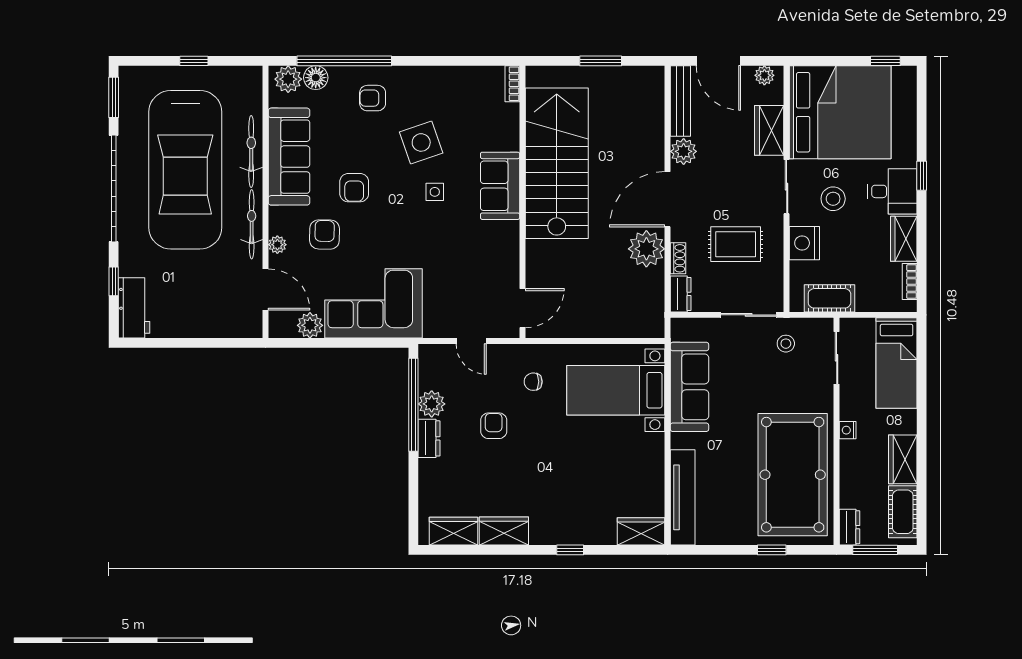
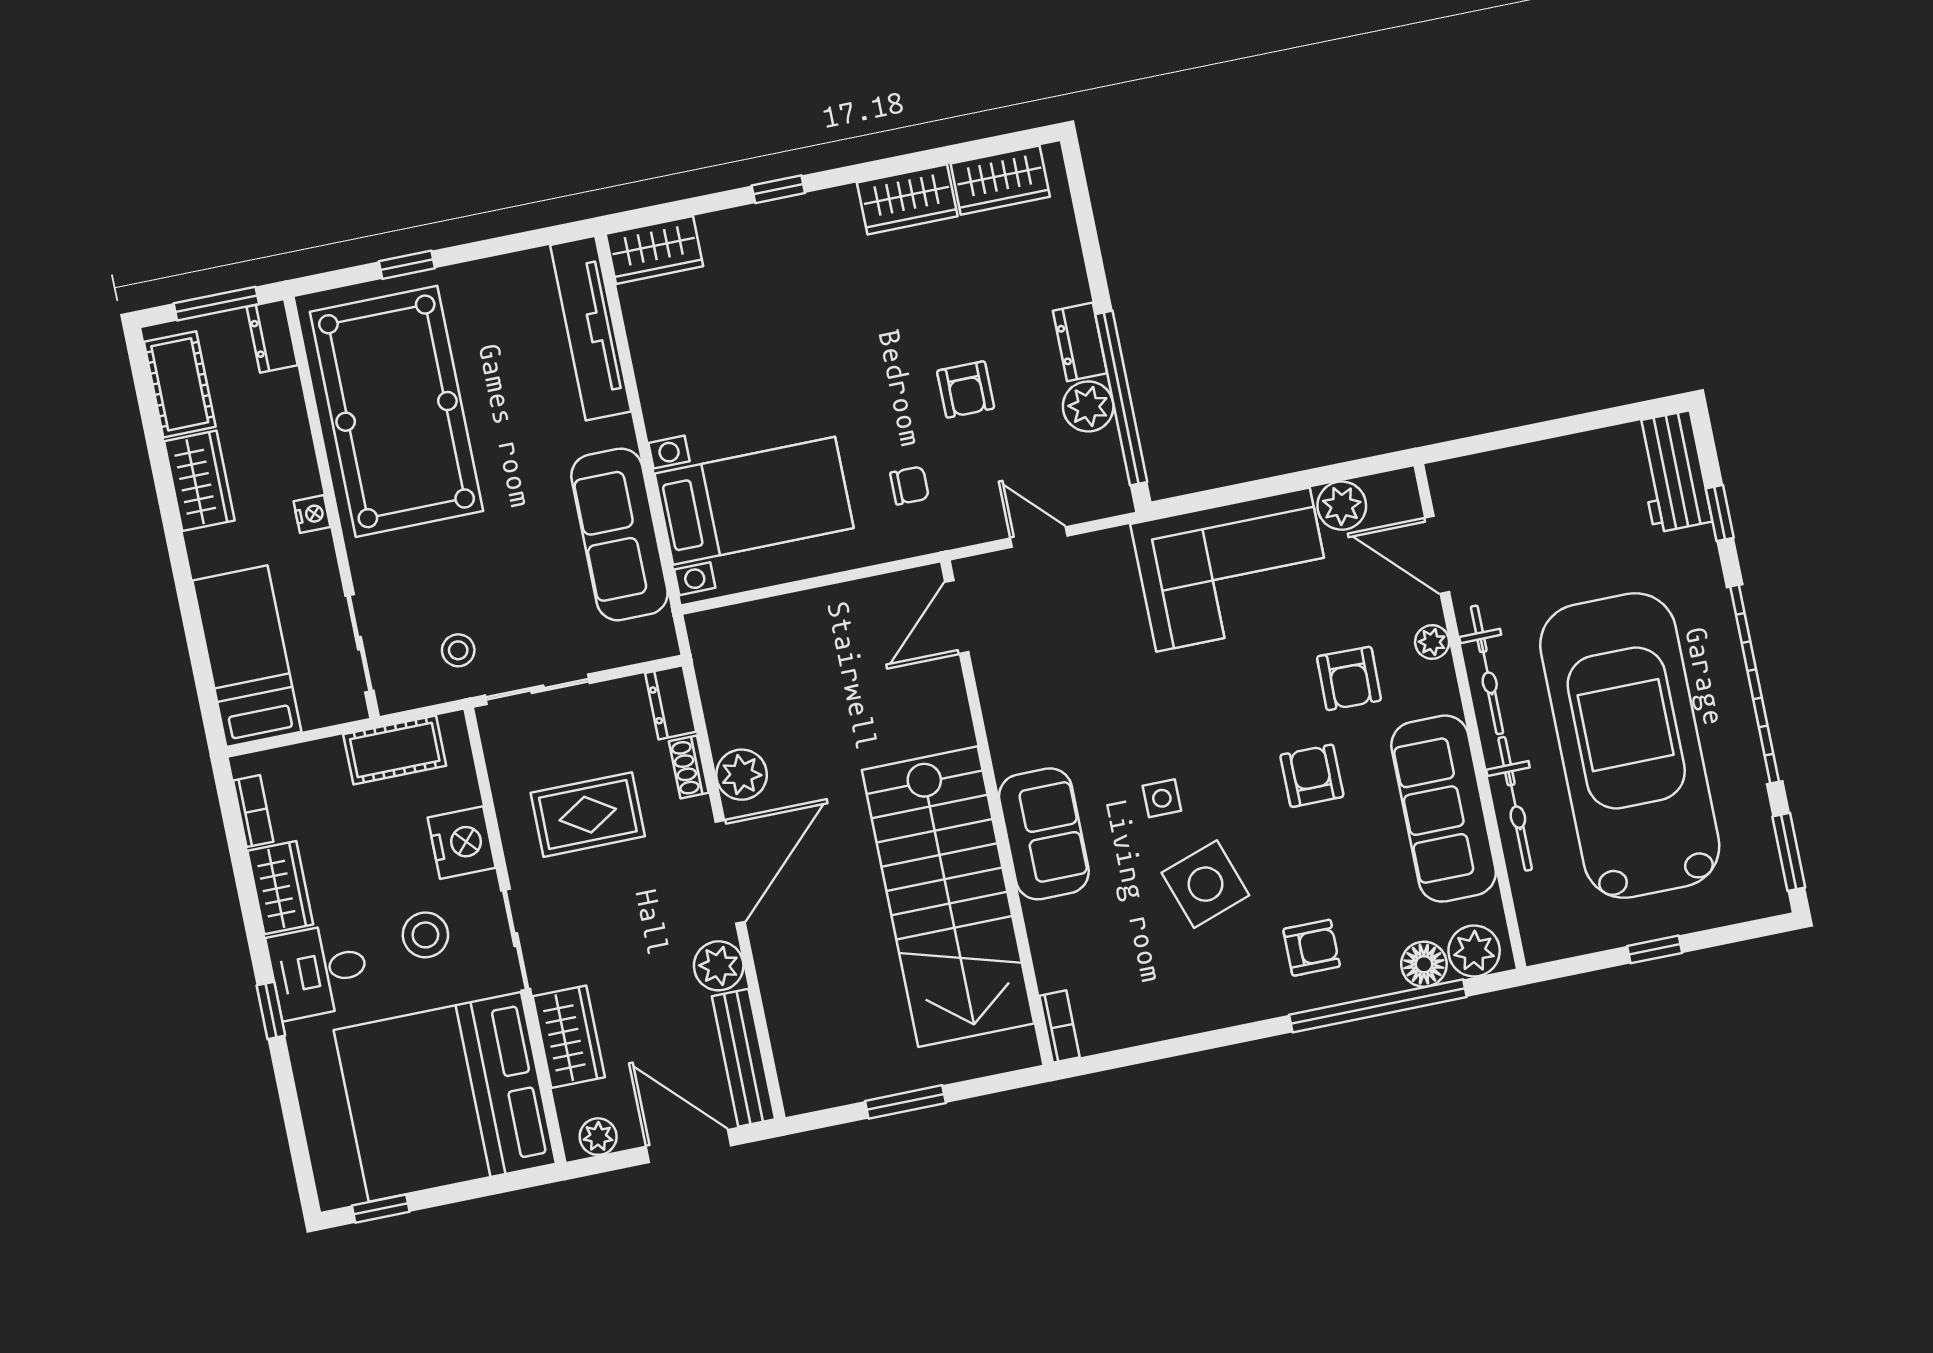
plant: (646, 249) -> (742, 775), width x0.73, depth x0.73

